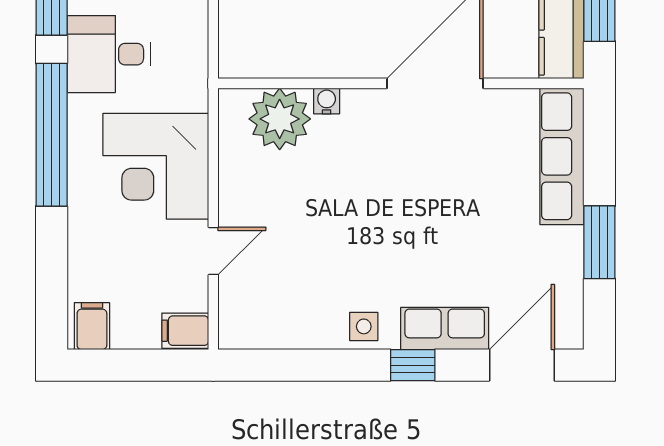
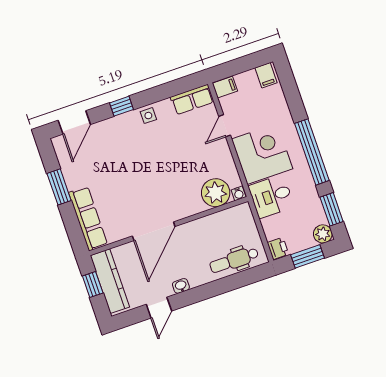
desk: (109, 54) -> (271, 196), moved, turned 180
water cooler: (327, 101) -> (239, 193), moved
row of seats: (445, 329) -> (192, 99), moved

